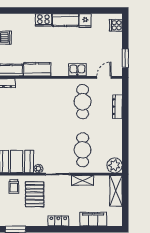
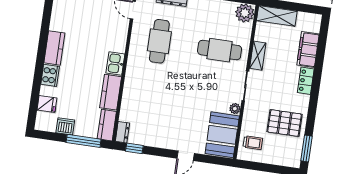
fridge: (85, 21) -> (47, 104), moved
kitchen sink: (77, 70) -> (115, 63), moved
cafe table: (83, 102) -> (159, 41), turned 90
pallet: (35, 194) -> (285, 123), moved
locker: (58, 221) -> (306, 81), moved

